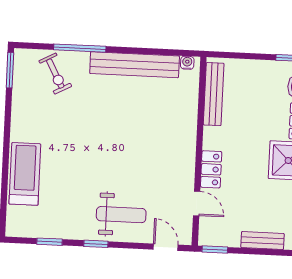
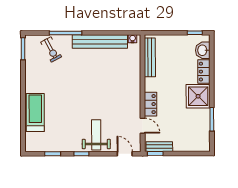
weight bench: (121, 215) -> (96, 135), turned -90
bench: (262, 241) -> (159, 147), moved

